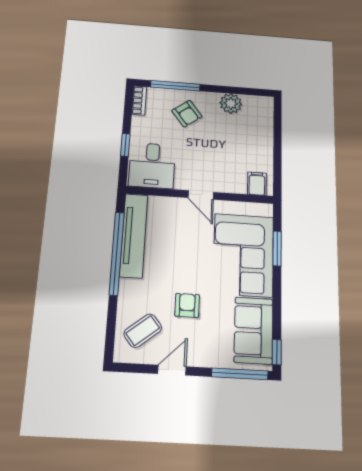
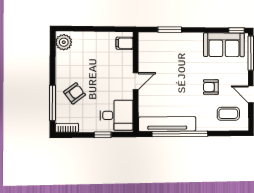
plant: (231, 103) -> (64, 42), moved
corner sofa: (243, 255) -> (176, 52), removed
coffee table: (143, 331) -> (228, 114), turned -51

